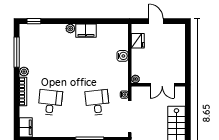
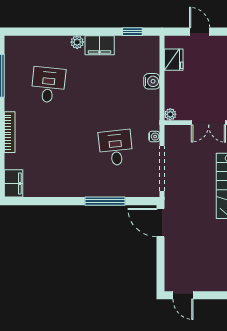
window: (34, 21) -> (132, 32), moved
plant: (24, 72) -> (11, 104), removed
desk: (50, 102) -> (48, 85), moved

